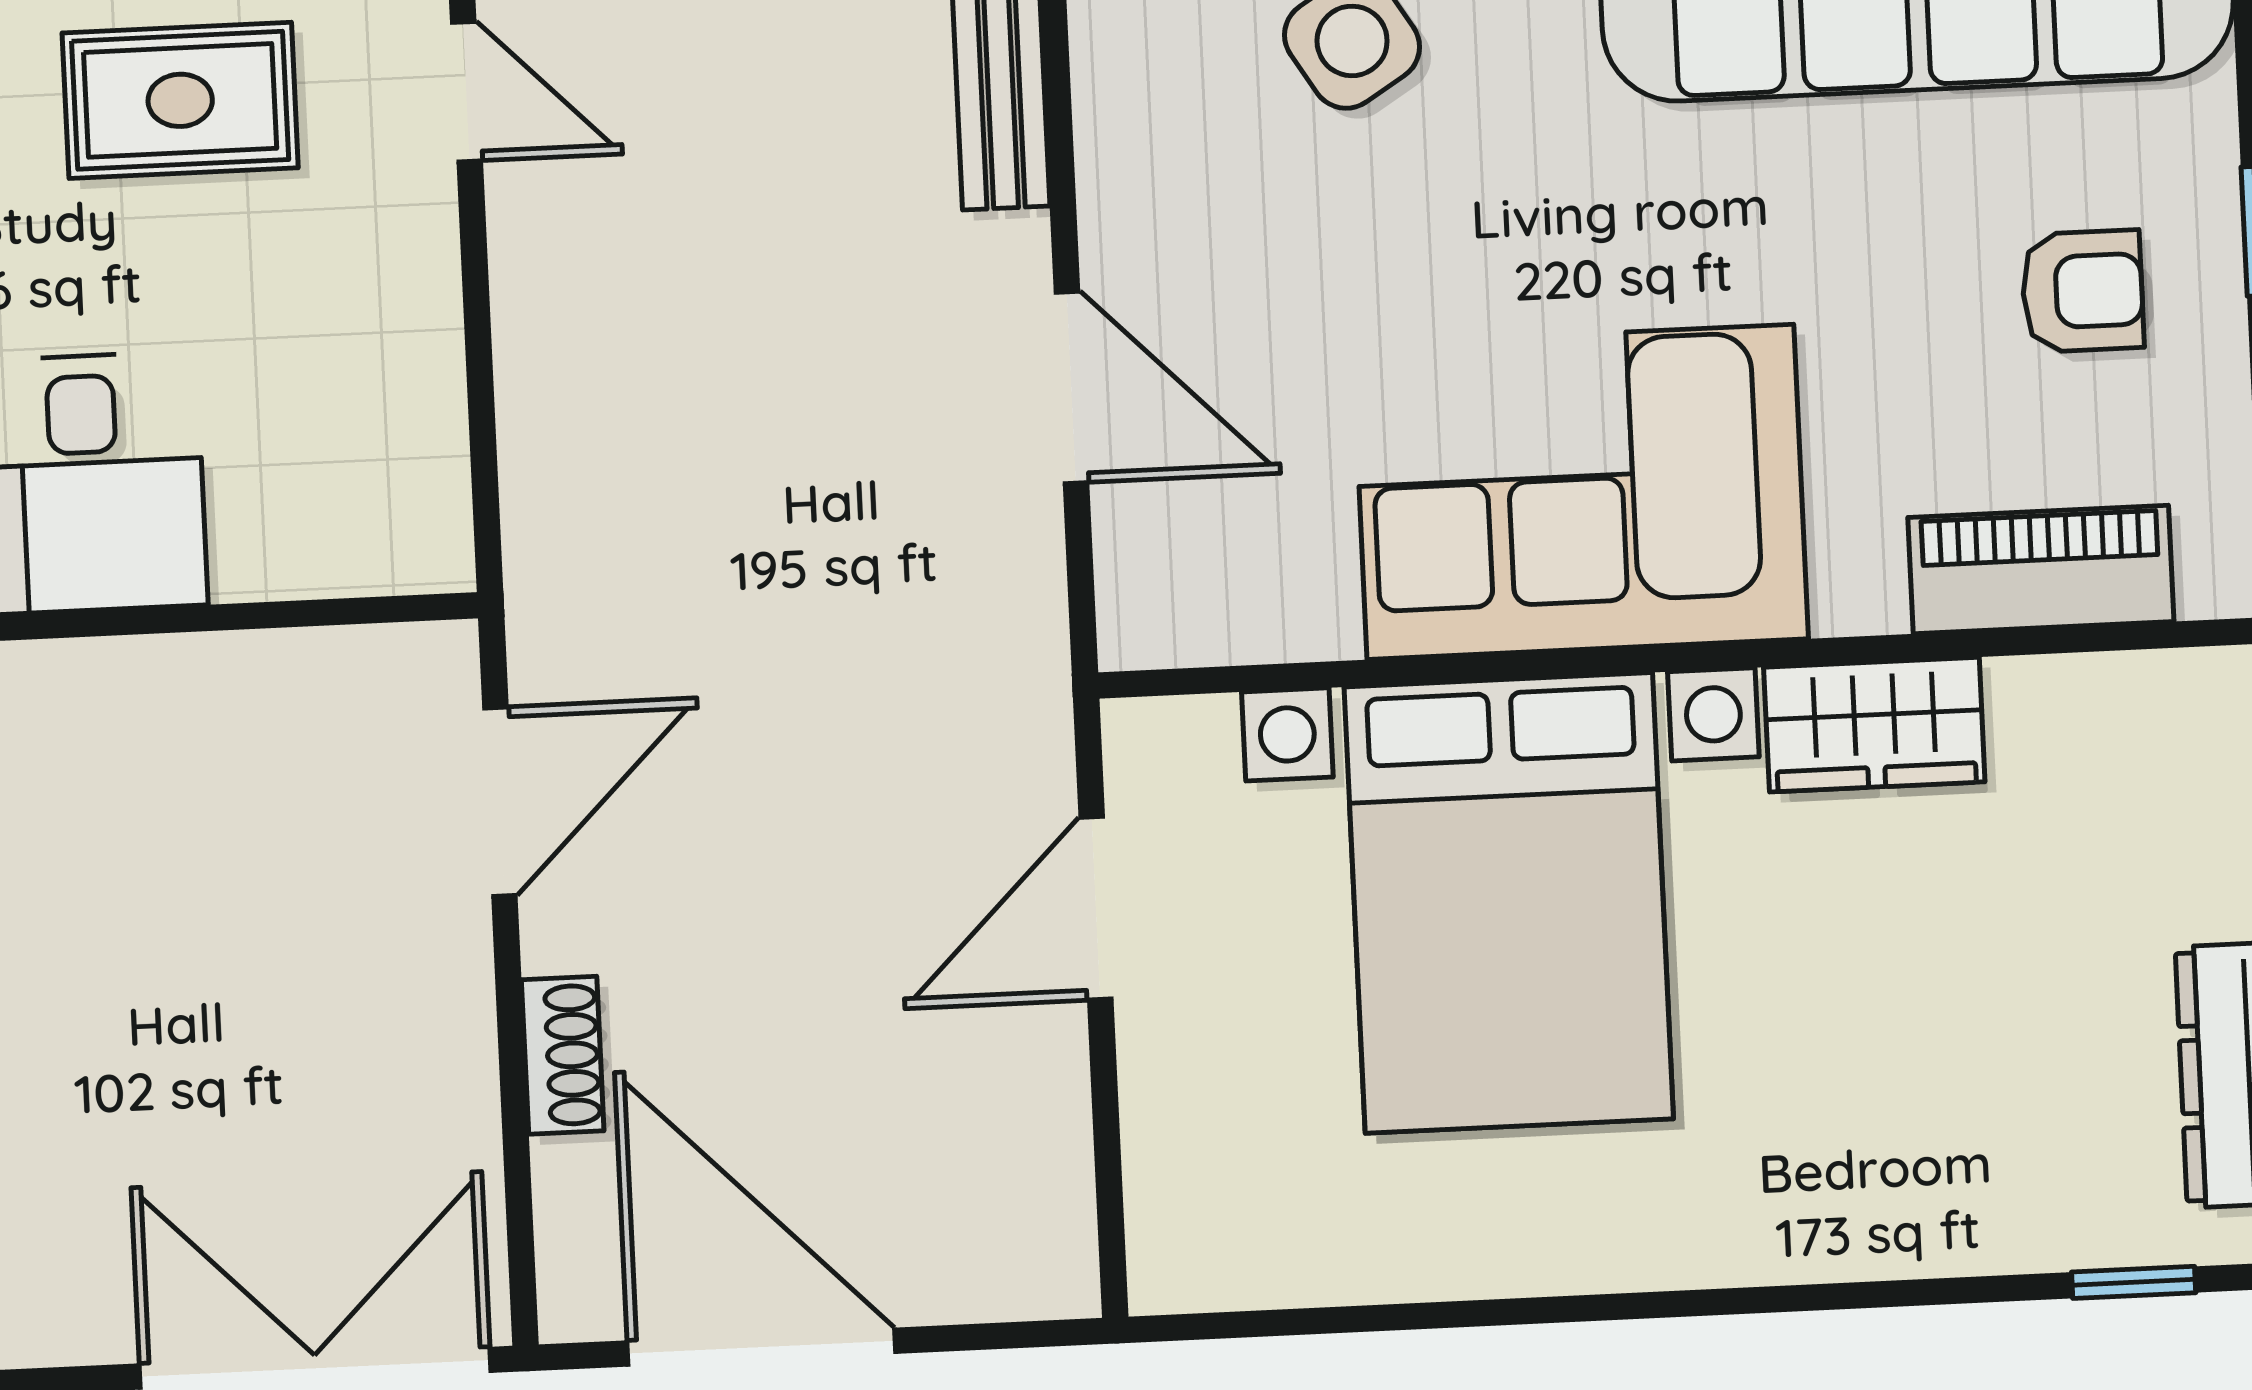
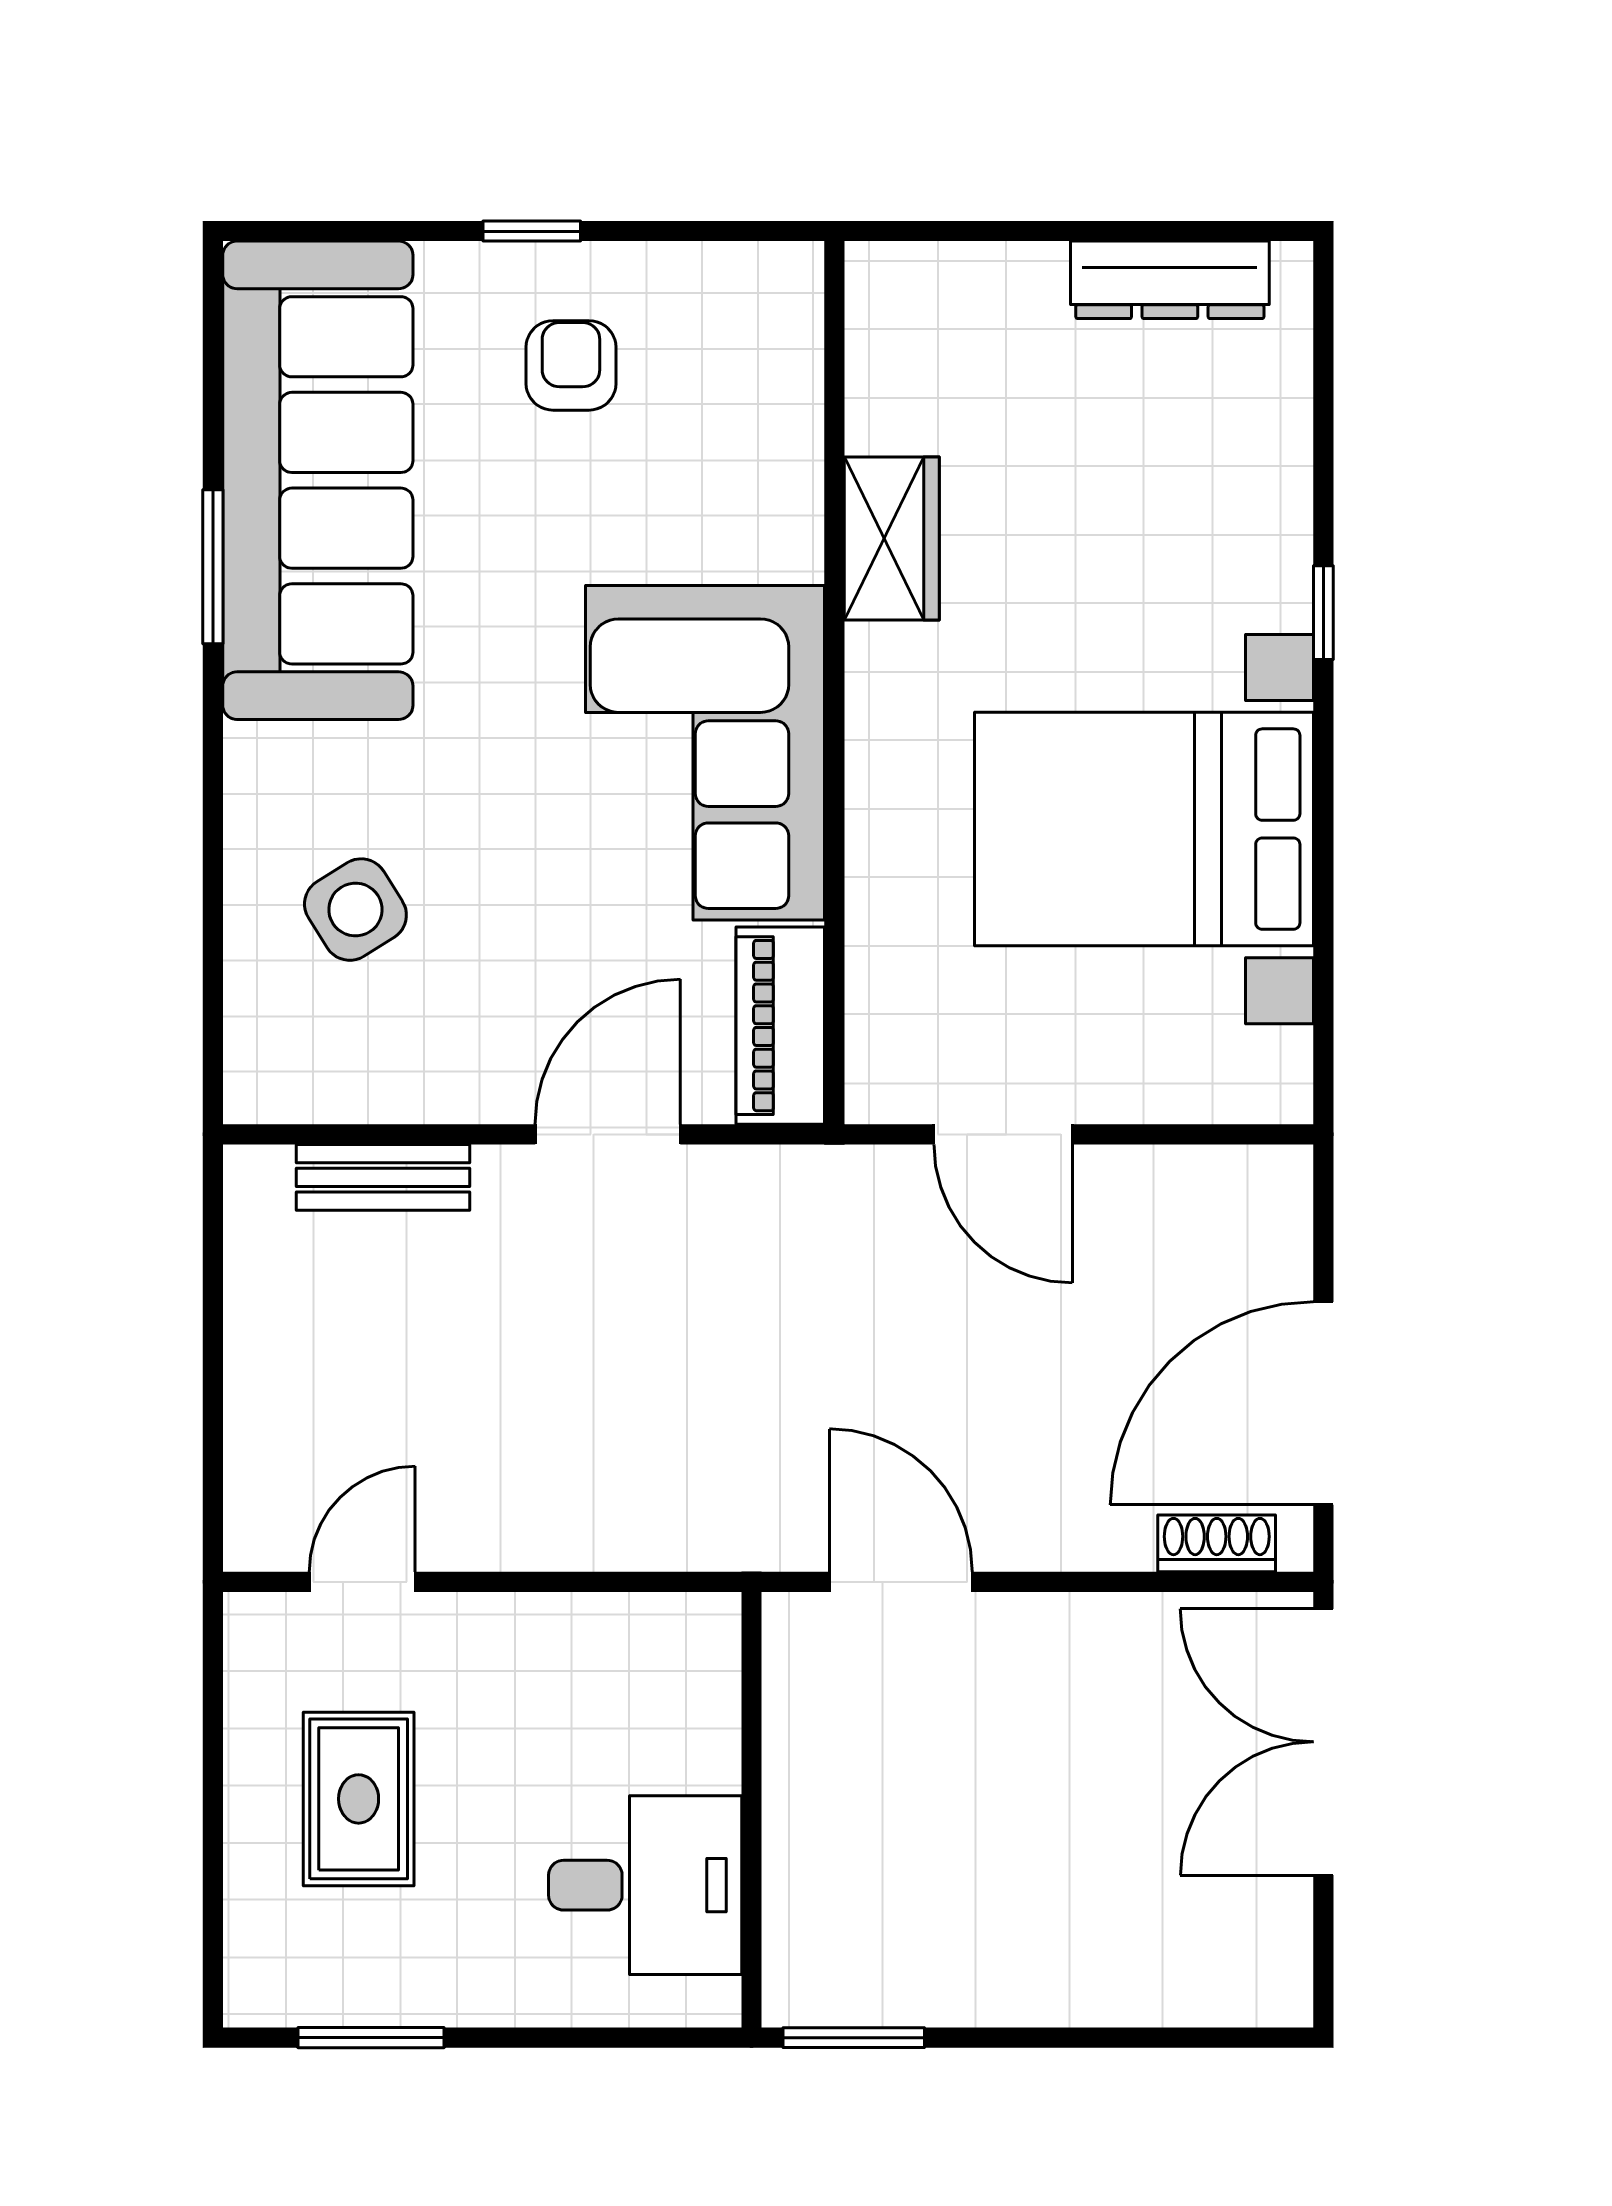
piano: (2041, 570) -> (780, 1026), moved
bed with nightstands: (1509, 903) -> (1144, 829), moved, turned 180
shoe rack: (563, 1055) -> (1217, 1543), moved
window: (2134, 1282) -> (1323, 613), moved

